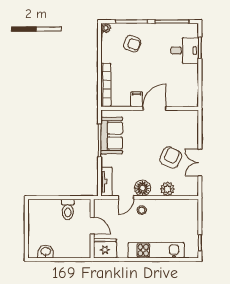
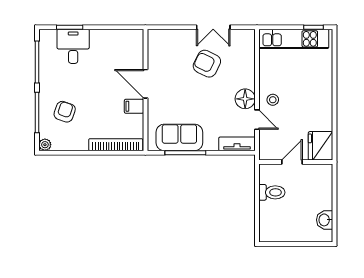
plant: (168, 189) -> (246, 68), removed
kitchen unit: (156, 250) -> (294, 39), moved, turned -90

